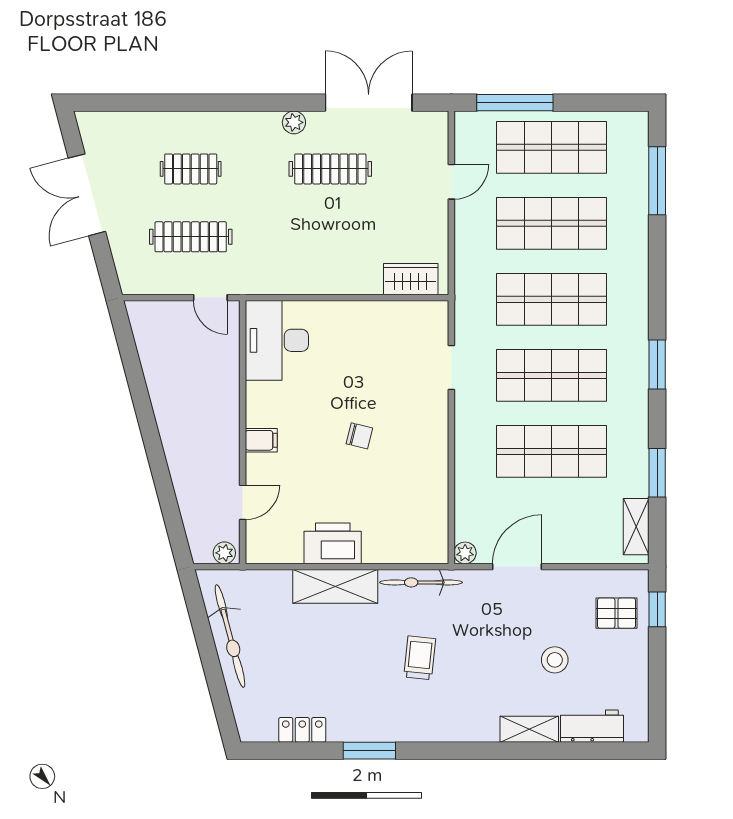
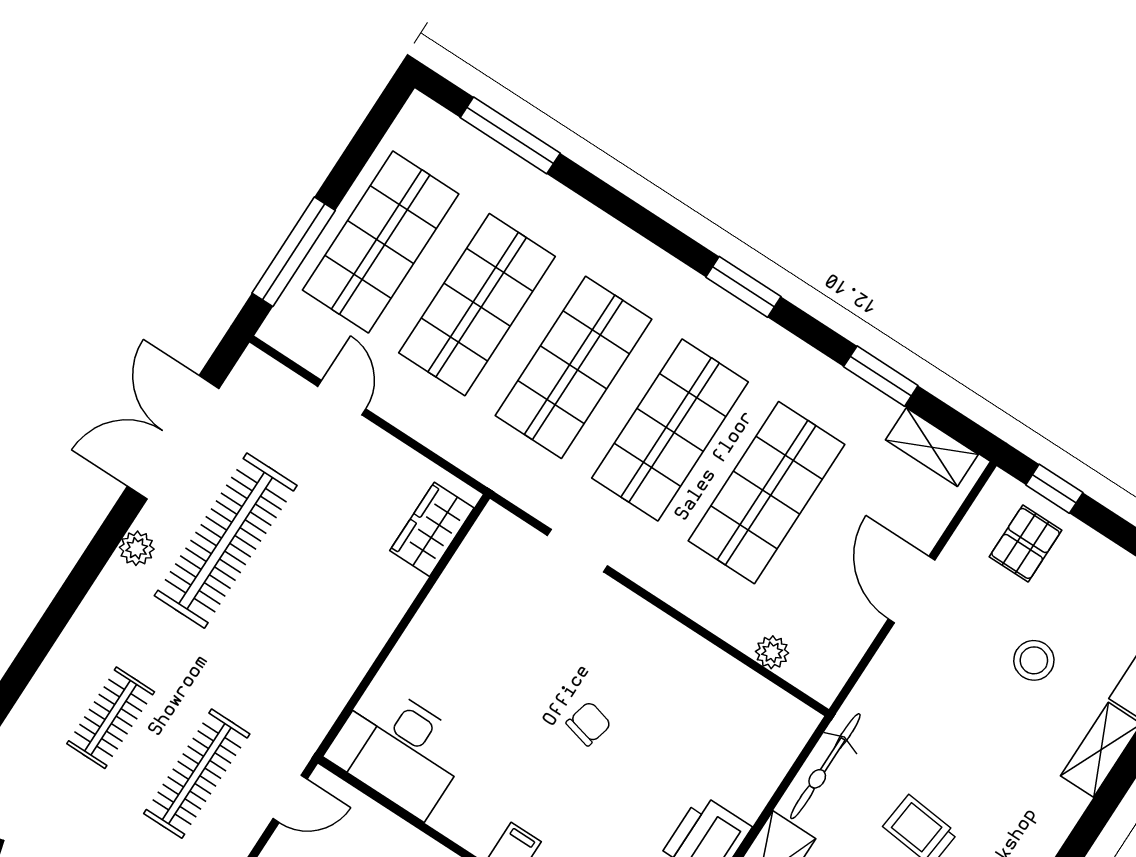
clothes rail: (330, 169) -> (226, 541), width x1.37, depth x1.31
plant: (465, 553) -> (772, 652), moved
door: (517, 567) -> (912, 589), moved

